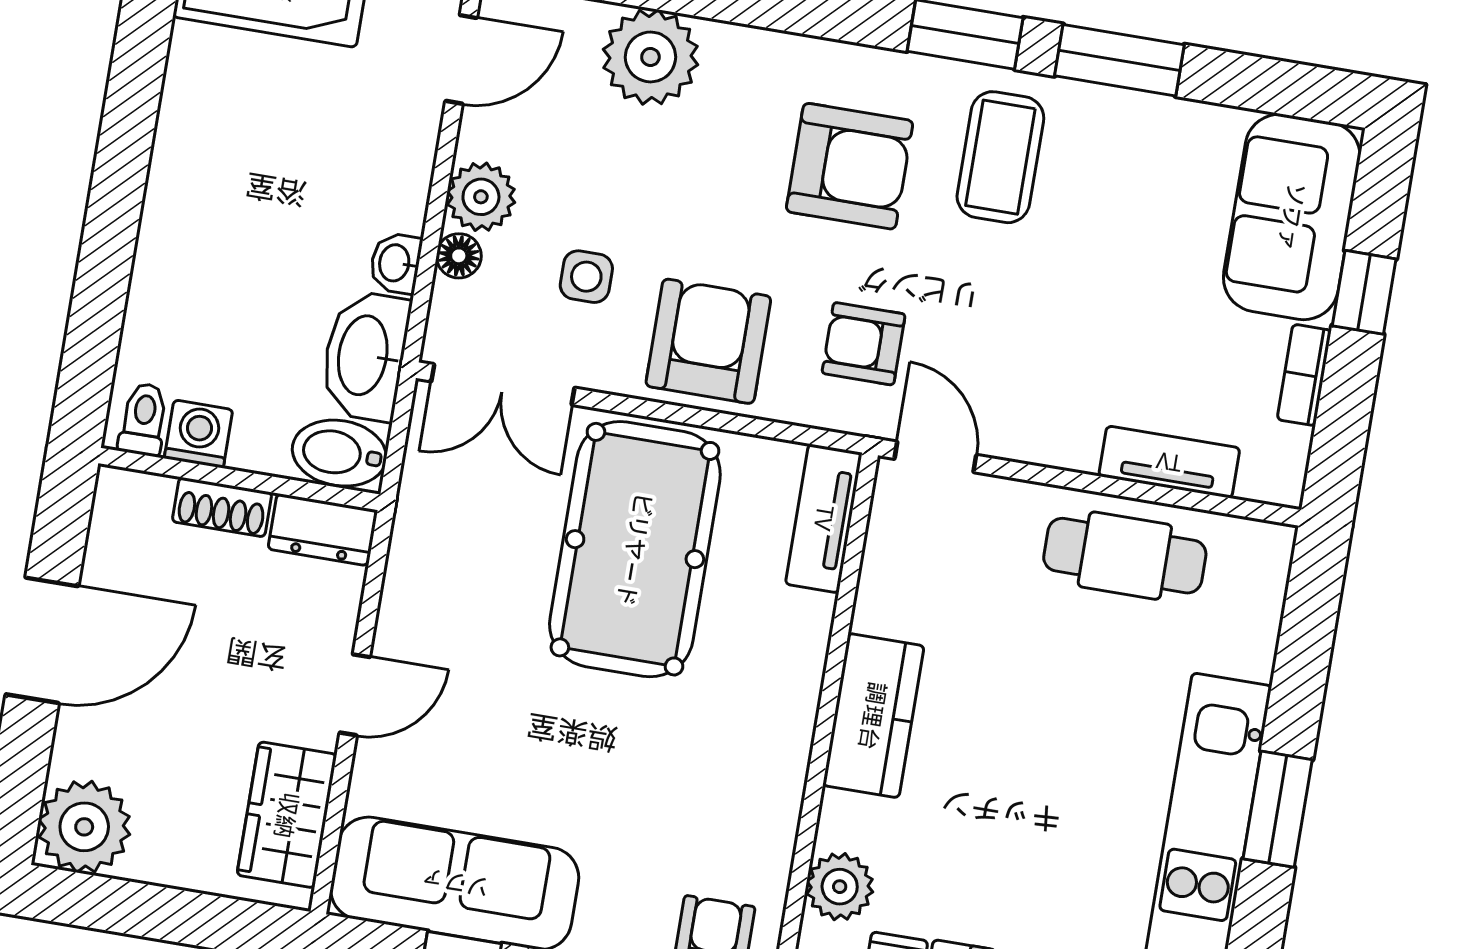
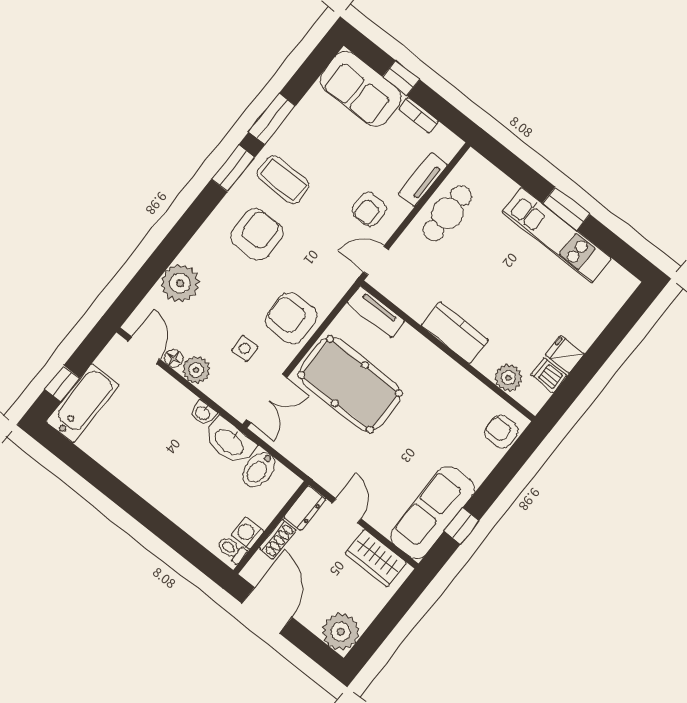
floor lamp: (459, 256) -> (174, 358), moved
armchair: (864, 344) -> (369, 209), moved
toilet: (144, 419) -> (232, 550), moved
washing machine: (199, 434) -> (247, 533), moved
wall: (239, 479) -> (271, 528), moved
shoe rack: (222, 507) -> (278, 539), moved
dresser: (322, 530) -> (305, 508), moved

